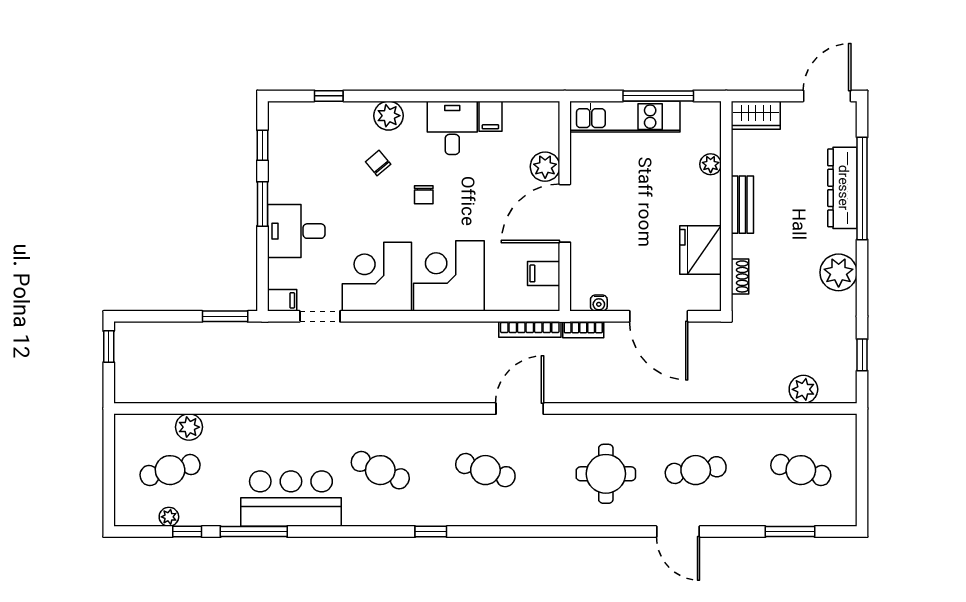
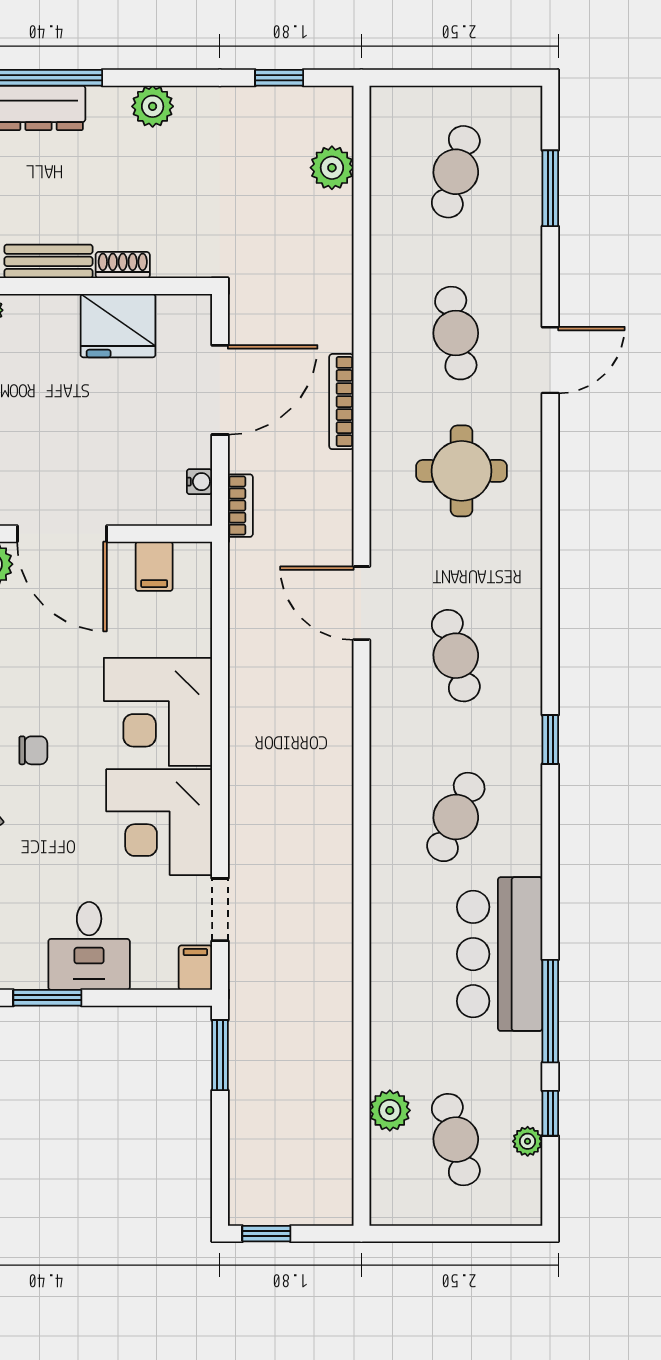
plant: (839, 272) -> (153, 106), width x0.73, depth x0.73
shoe rack: (740, 276) -> (123, 265), moved
bookcase: (530, 329) -> (341, 402), moved, turned 180
cafe table: (485, 470) -> (456, 656), turned -33

